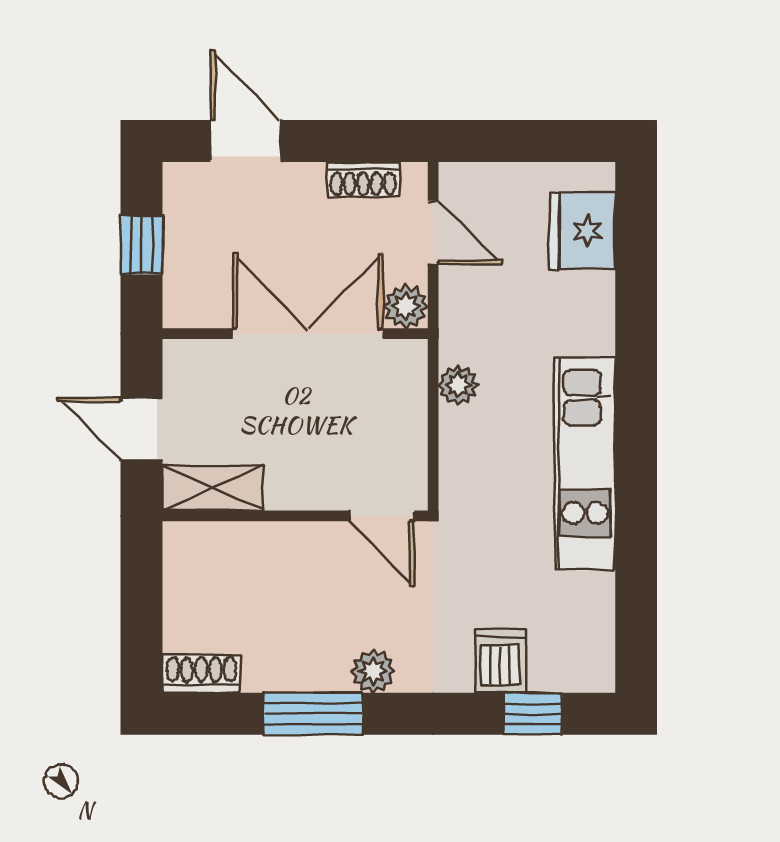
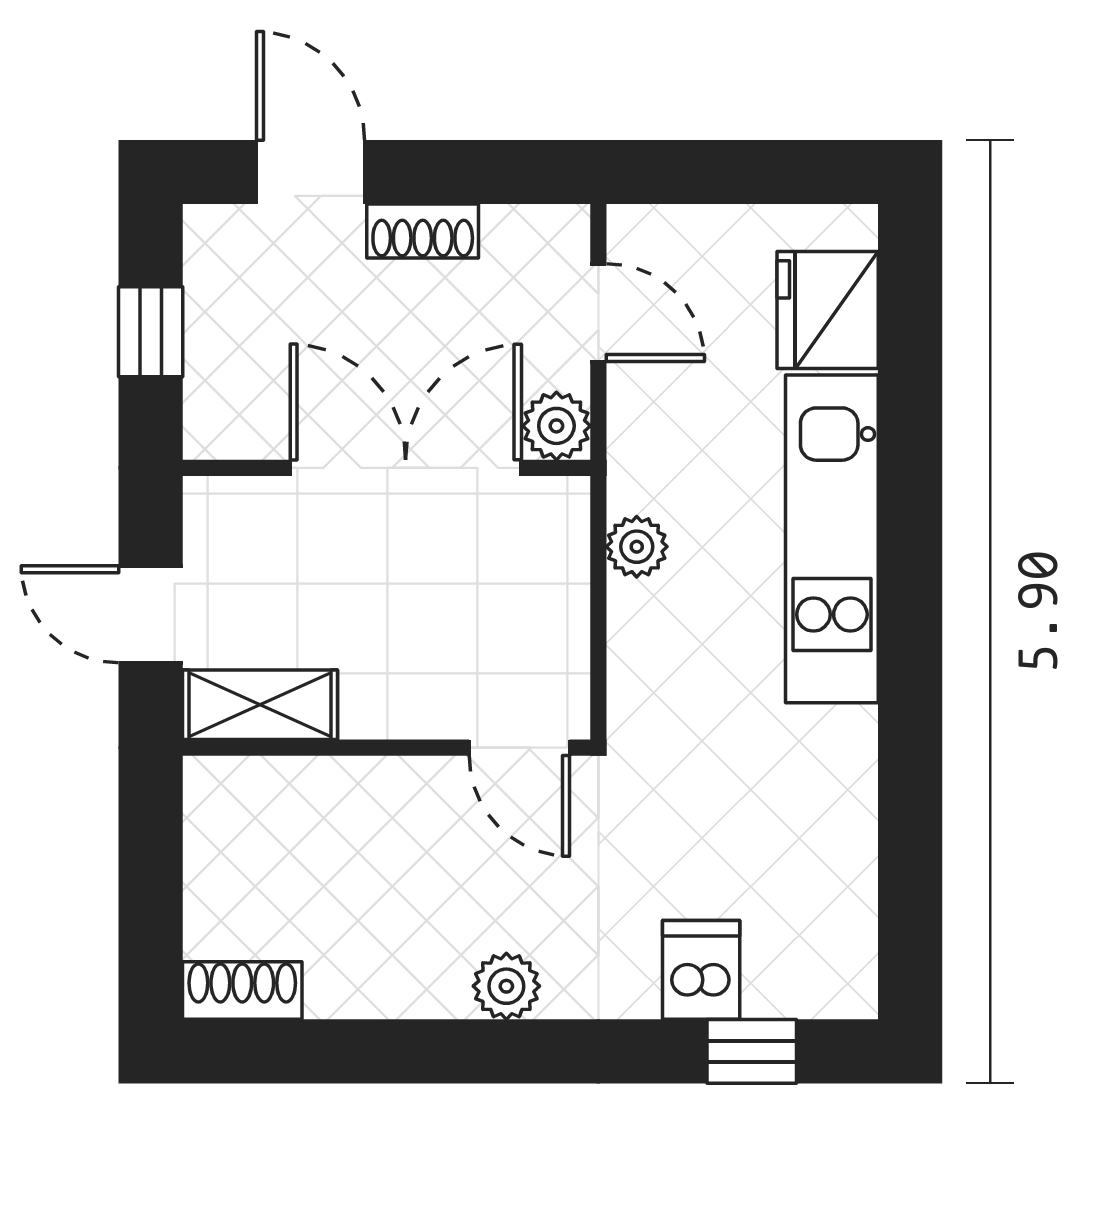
shoe rack: (363, 179) -> (423, 231), moved
kitchen unit: (585, 464) -> (832, 539), moved
window: (313, 714) -> (414, 1051), removed

